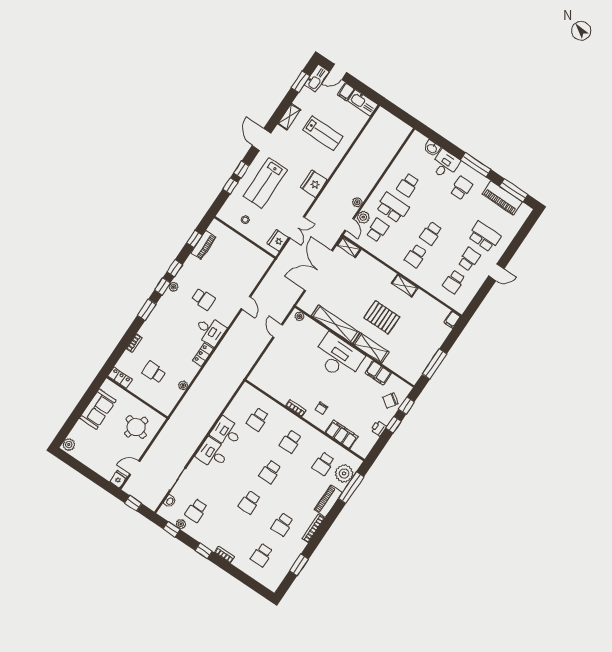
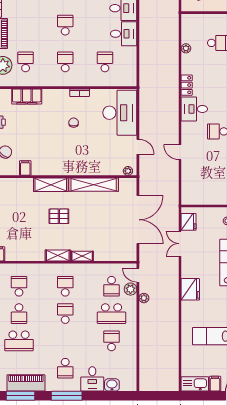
shelving: (349, 247) -> (82, 256), moved
pallet: (382, 317) -> (59, 216), width x0.67, depth x0.71
desk: (338, 357) -> (120, 113), moved, turned -90
filing cabinet: (378, 373) -> (25, 168), width x0.50
chair: (321, 408) -> (74, 123), moved

